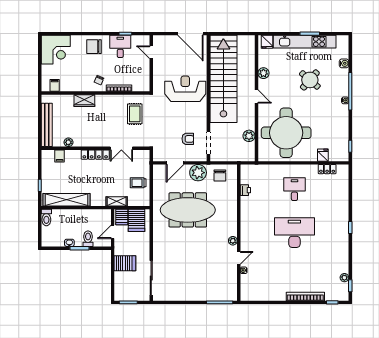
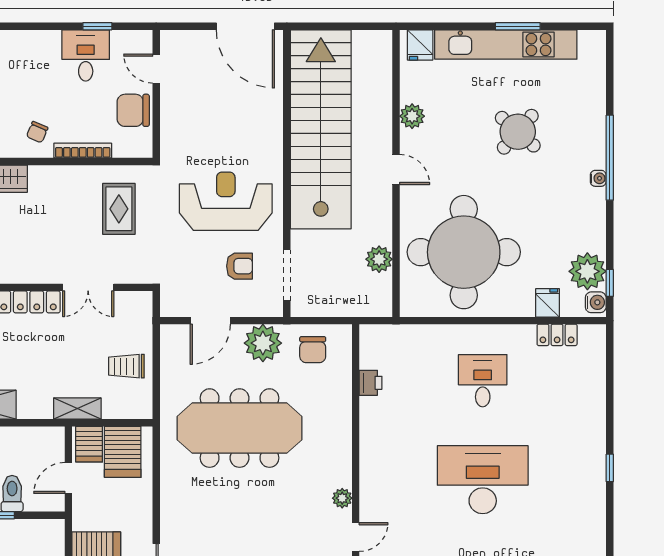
chair: (94, 47) -> (133, 110), moved
water cooler: (344, 63) -> (596, 302), moved
reception desk: (185, 89) -> (226, 201), moved
plant: (340, 141) -> (587, 271), added

